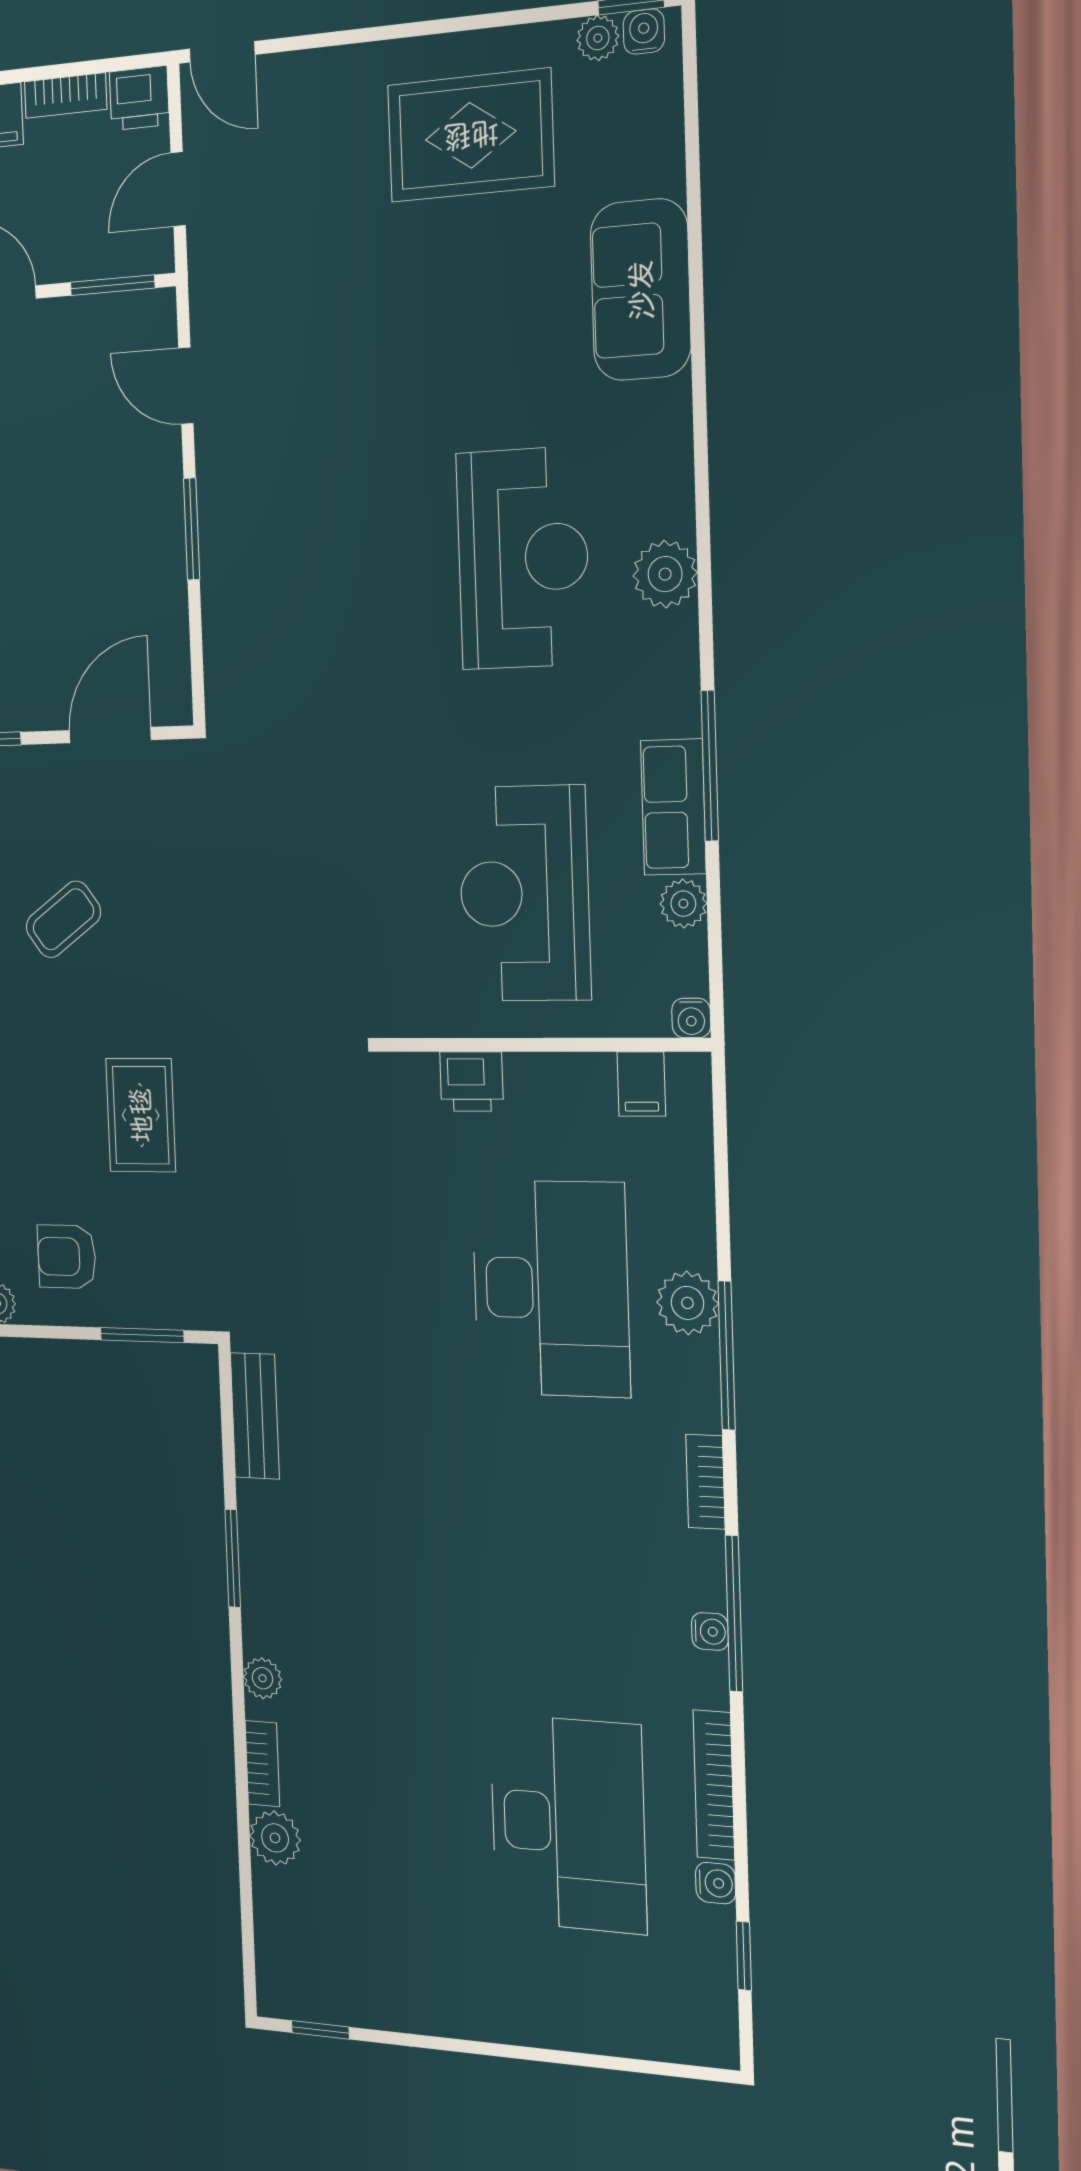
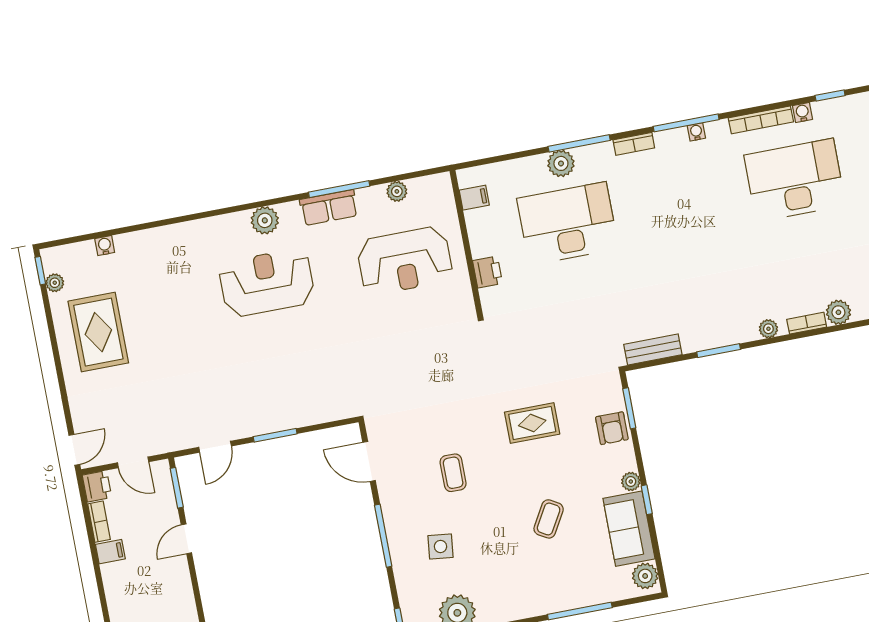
water cooler: (644, 32) -> (105, 246), moved, turned 90
sofa: (641, 290) -> (153, 249), removed
row of seats: (673, 807) -> (329, 208), moved
coffee table: (63, 919) -> (453, 473), turned 36
water cooler: (691, 1018) -> (443, 181), removed
armchair: (67, 1257) -> (612, 428), moved

